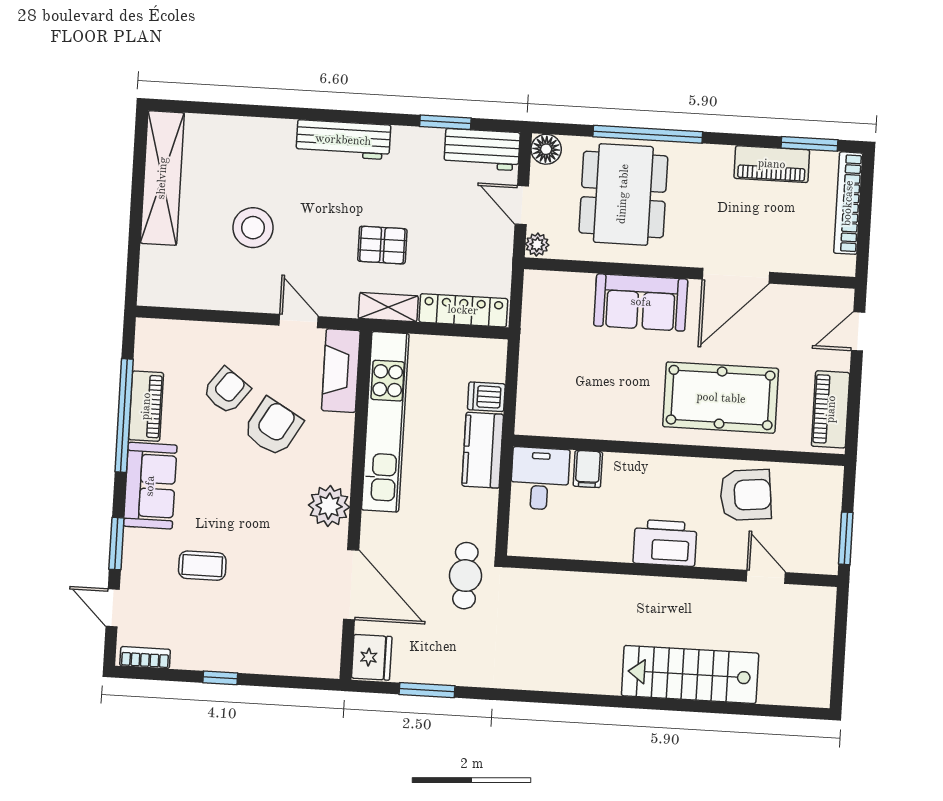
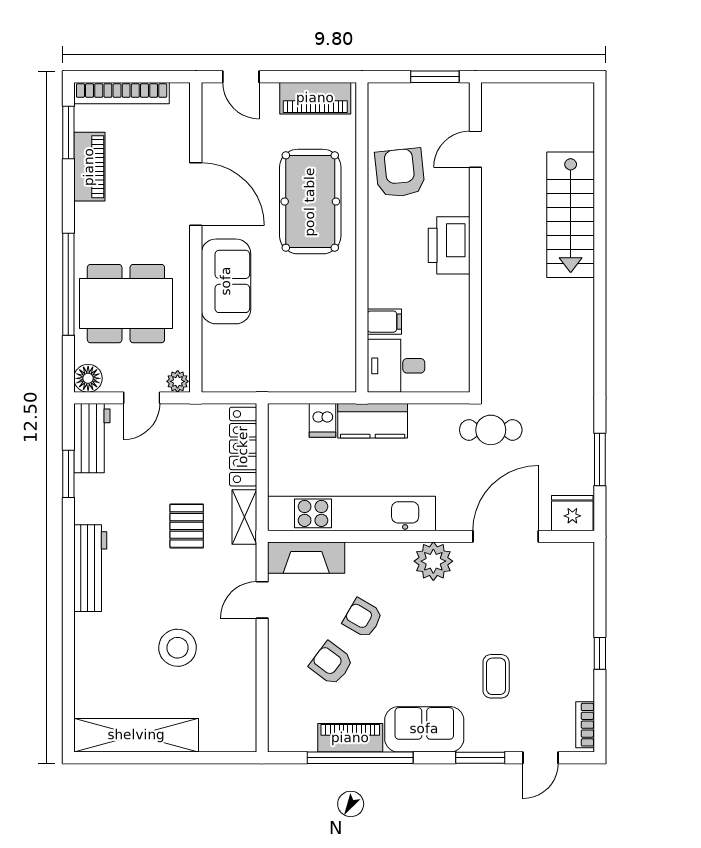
armchair: (273, 427) -> (363, 618), width x0.72, depth x0.72

